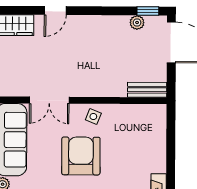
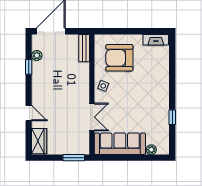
window: (148, 11) -> (29, 67), moved
armchair: (81, 156) -> (119, 58), moved

